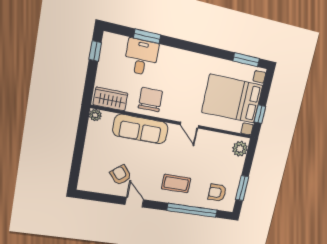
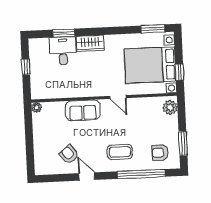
window: (95, 51) -> (26, 67), moved
wardrobe: (111, 99) -> (90, 43), moved, turned 180
chair: (150, 100) -> (79, 84), removed
sofa: (141, 129) -> (83, 110), width x0.73

